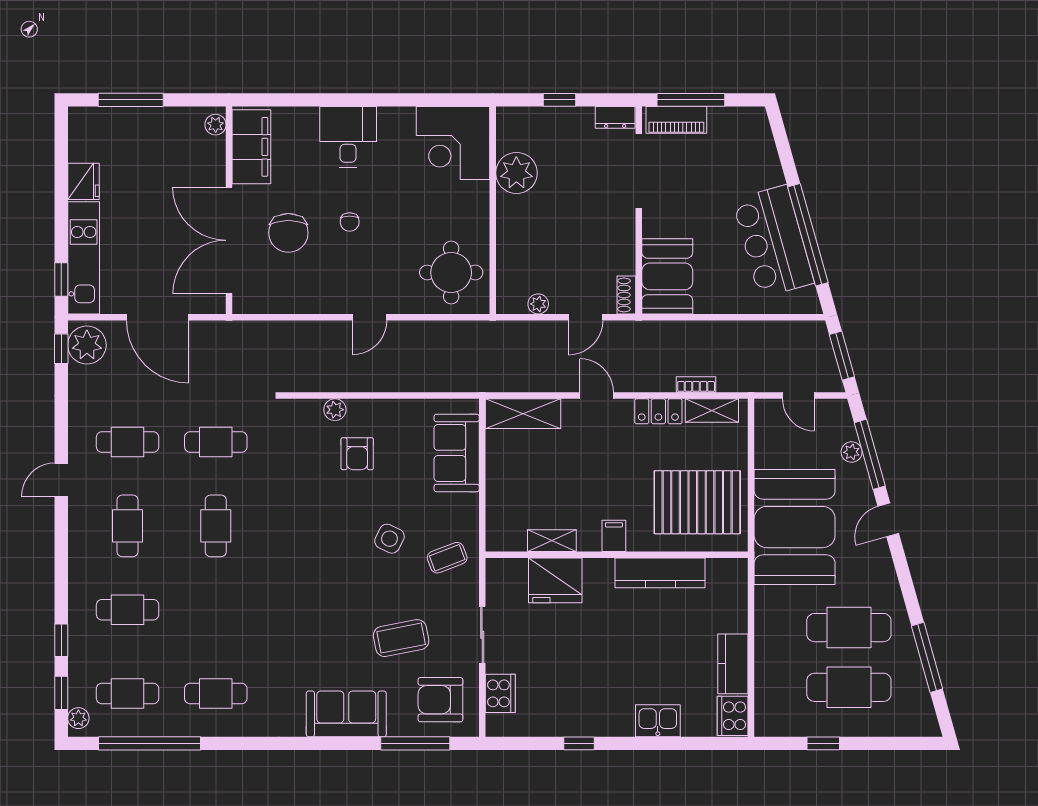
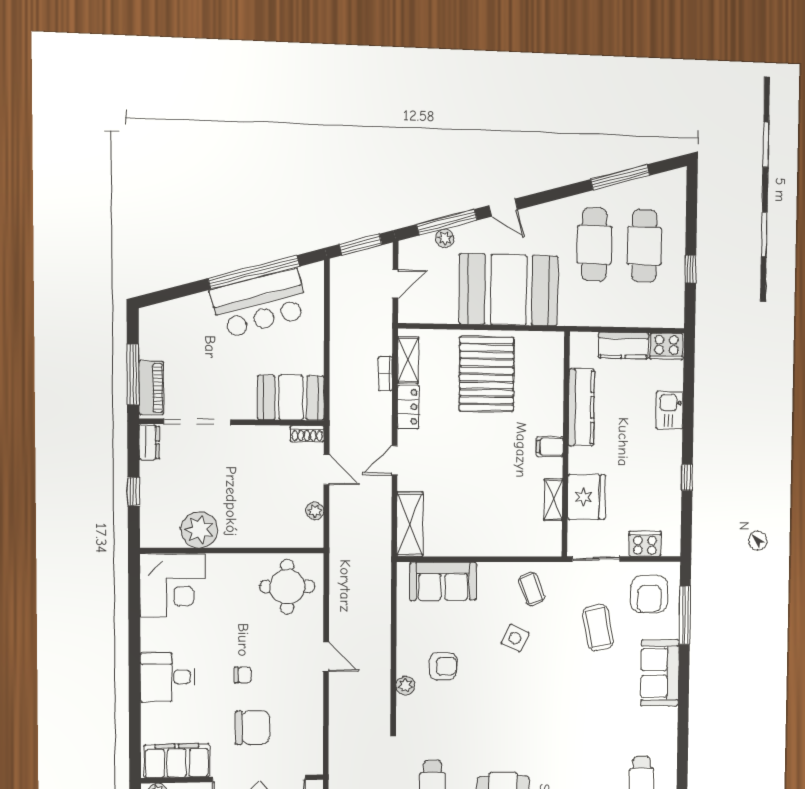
filing cabinet: (614, 536) -> (550, 447), moved
shelving: (552, 541) -> (553, 500), moved
wall: (617, 555) -> (566, 444), moved
kitchen counter: (660, 573) -> (581, 407), moved
fridge: (555, 580) -> (586, 497), moved

